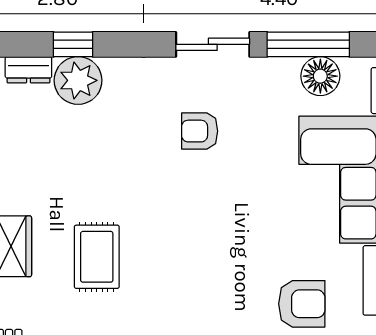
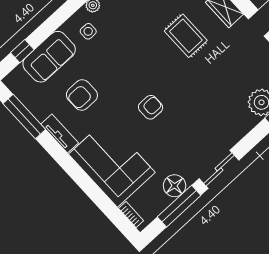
floor lamp: (320, 76) -> (175, 186), moved
armchair: (200, 131) -> (151, 107), moved

